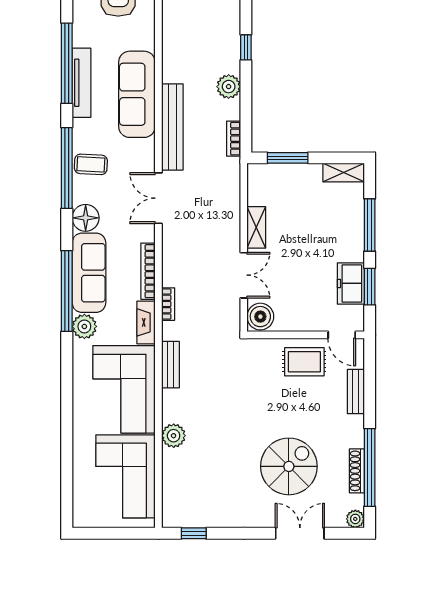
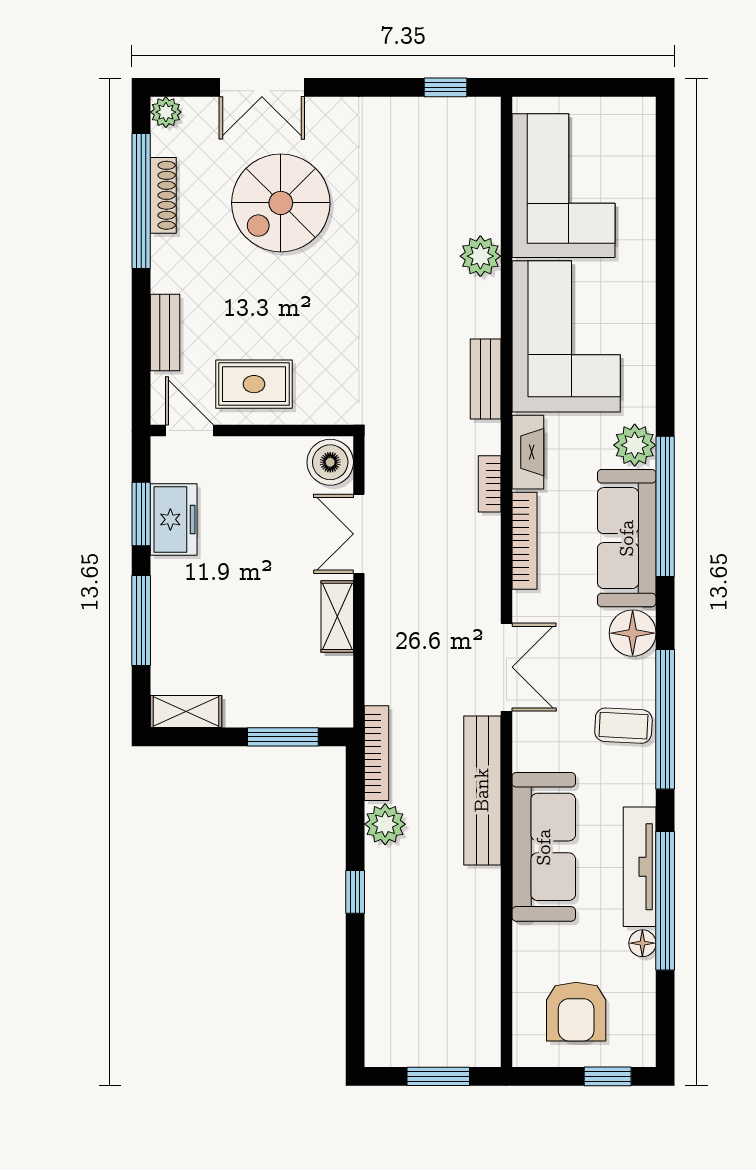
floor lamp: (80, 39) -> (642, 943), added
window: (246, 47) -> (355, 892), moved
plant: (229, 87) -> (385, 824), moved
bookcase: (234, 139) -> (377, 753), width x1.56

